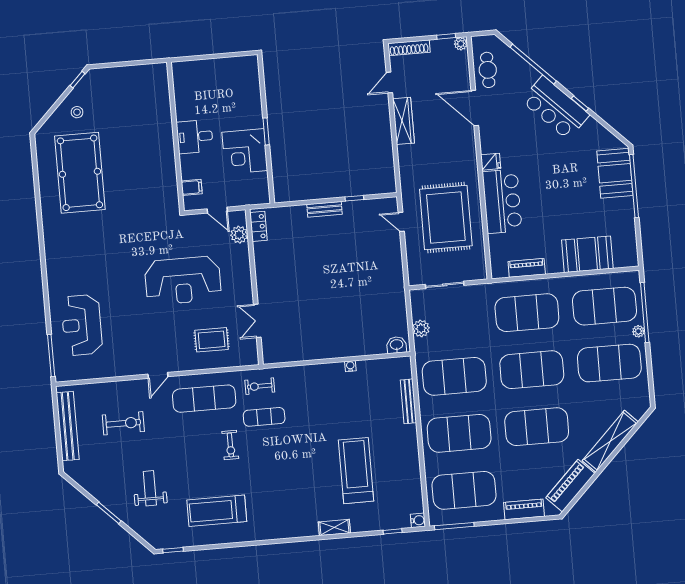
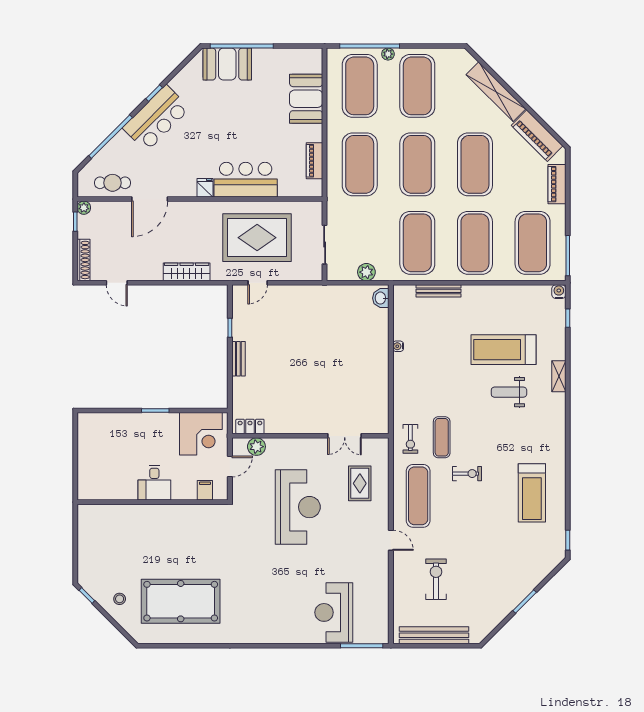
wardrobe: (403, 121) -> (187, 272), moved
corner desk: (245, 151) -> (201, 434), moved
reception desk: (82, 325) -> (334, 612), turned 90
weight bench: (150, 488) -> (509, 392), moved

